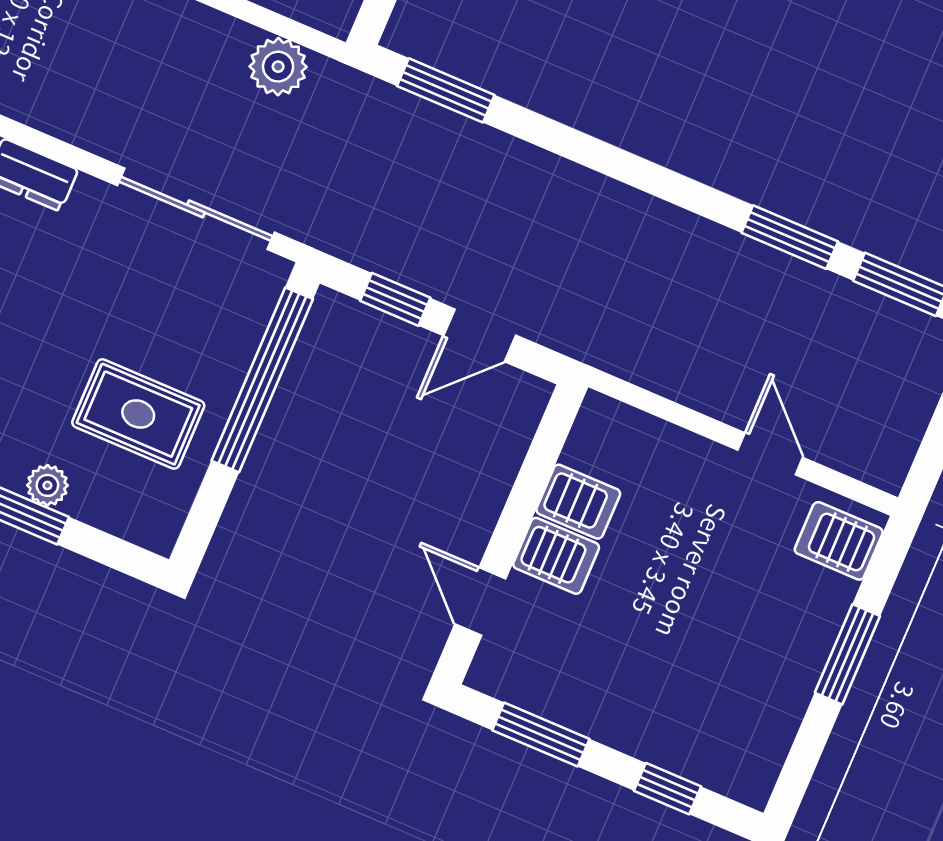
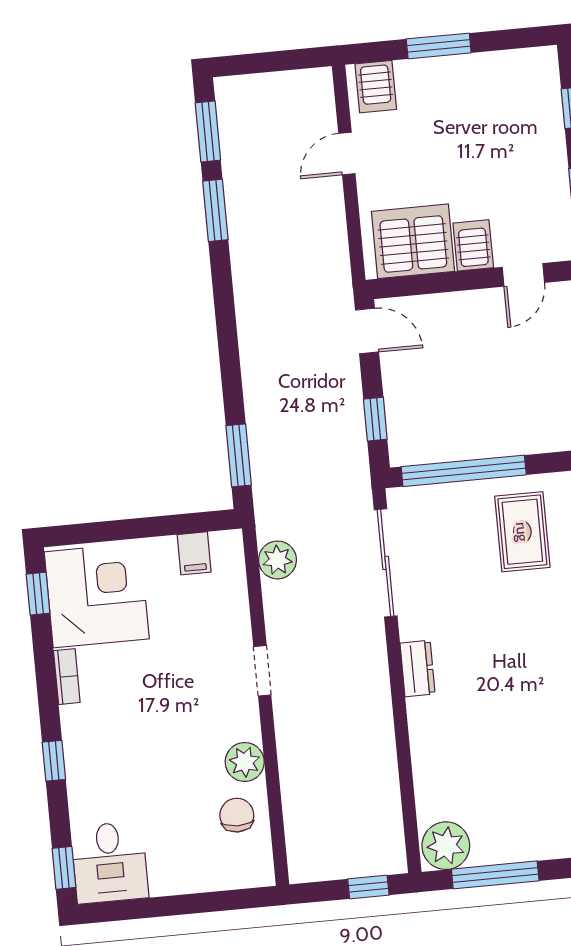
door: (480, 335) -> (367, 331), moved
server rack: (578, 502) -> (413, 241), width x2.18, depth x1.44

